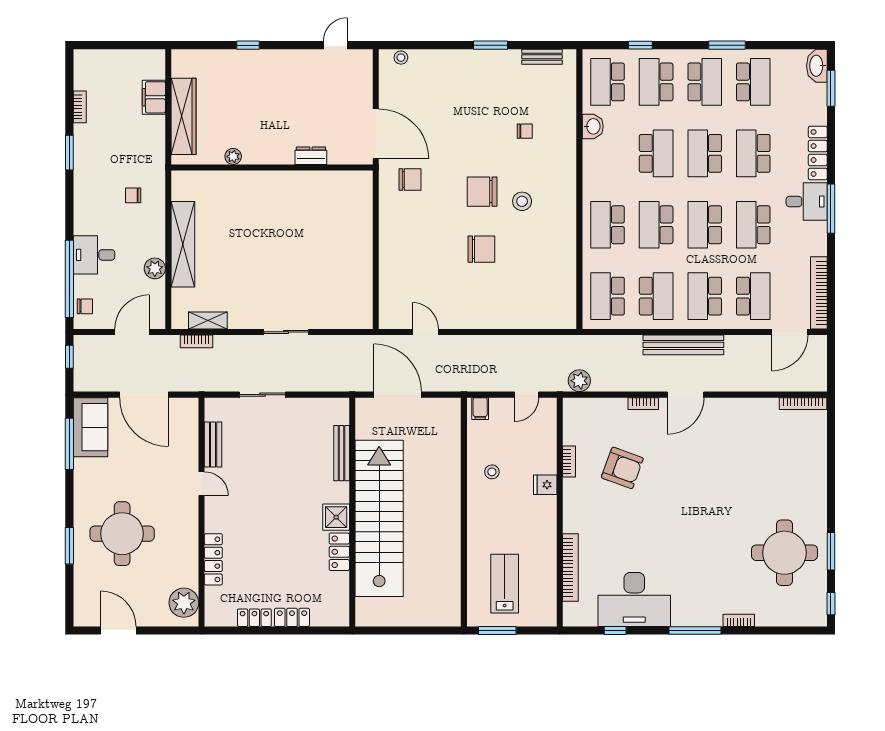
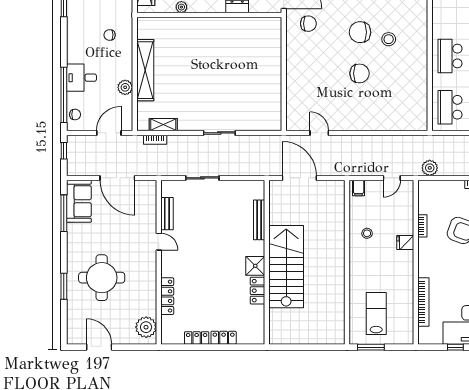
stairs: (379, 518) -> (286, 267), width x0.73

